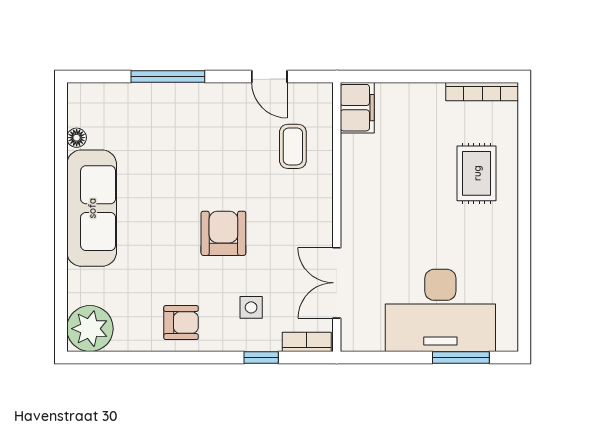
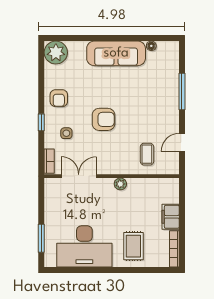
filing cabinet: (357, 108) -> (171, 217), moved, turned 90
coffee table: (293, 146) -> (147, 154), turned 90
rug: (477, 173) -> (133, 246), turned 90
plant: (352, 200) -> (120, 184), added
desk: (440, 310) -> (84, 246), moved, turned -90
window: (261, 357) -> (41, 122), moved

